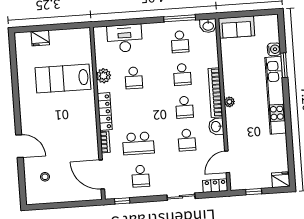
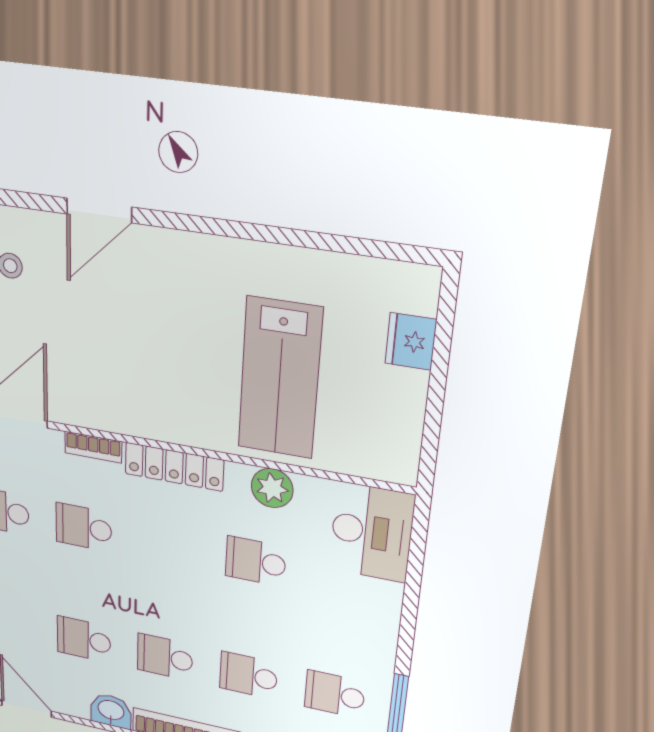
desk: (125, 38) -> (372, 532), moved
lab bench: (63, 78) -> (280, 379), turned 180
school desk: (138, 143) -> (84, 527), width x0.54

